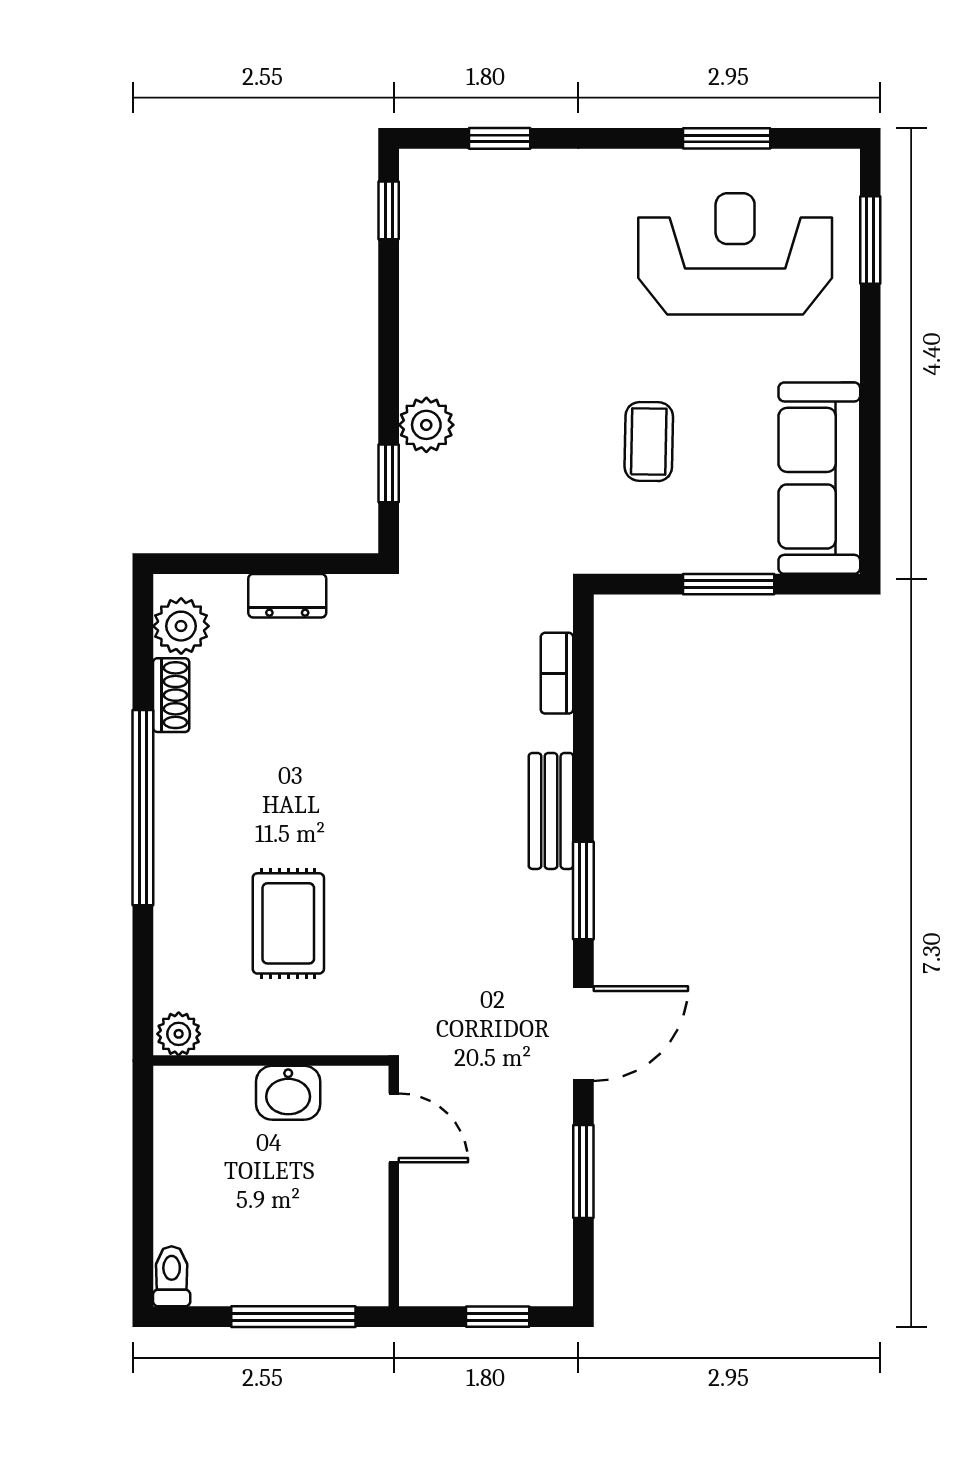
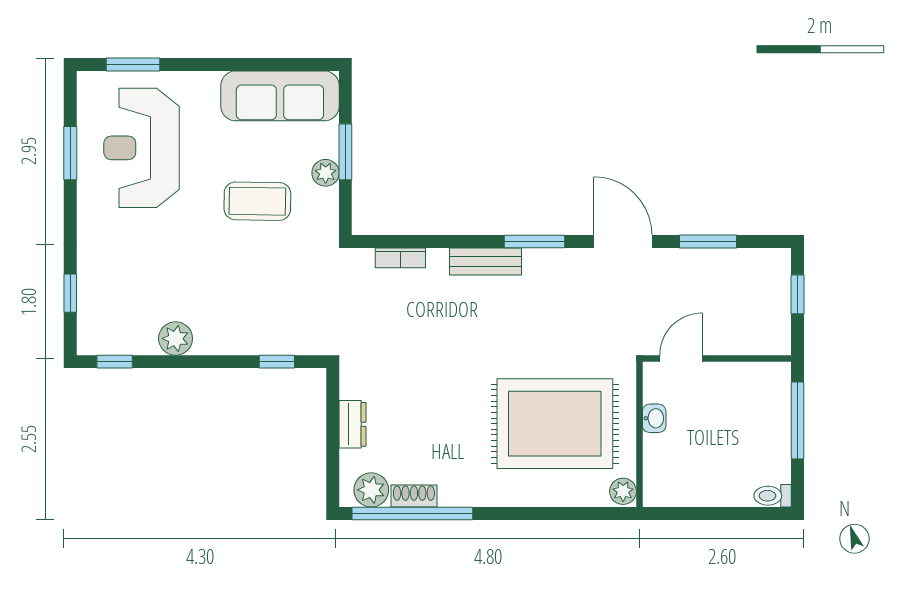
plant: (426, 425) -> (176, 339), moved
coffee table: (649, 442) -> (257, 201), width x1.36, depth x1.30
plant: (695, 552) -> (326, 173), added
window: (143, 808) -> (412, 513), moved
rug: (288, 923) -> (555, 424), width x1.86, depth x2.06
washbasin: (288, 1093) -> (654, 418), width x0.72, depth x0.69

